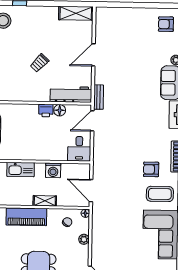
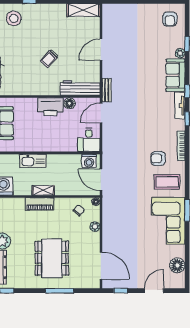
armchair: (166, 24) -> (170, 19), turned -90
printer: (46, 111) -> (50, 107), width x1.87, depth x1.48
washing machine: (53, 170) -> (89, 161), moved
shelving: (45, 201) -> (43, 190), moved
piano: (26, 217) -> (39, 204), width x0.73, depth x0.75

